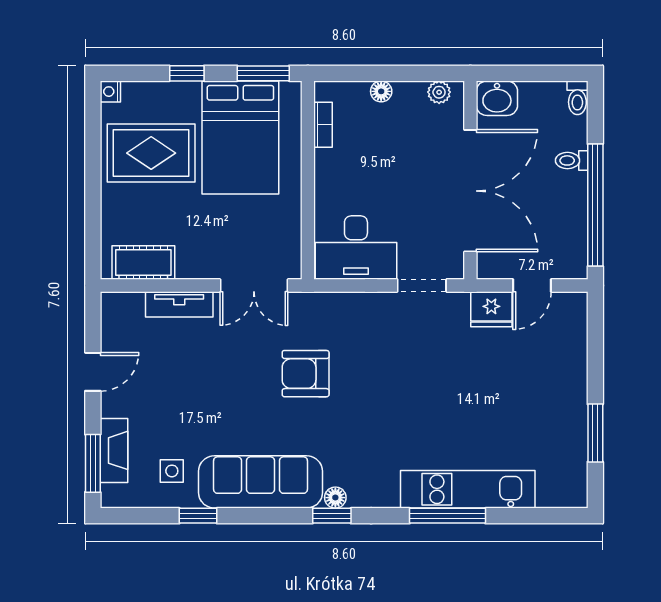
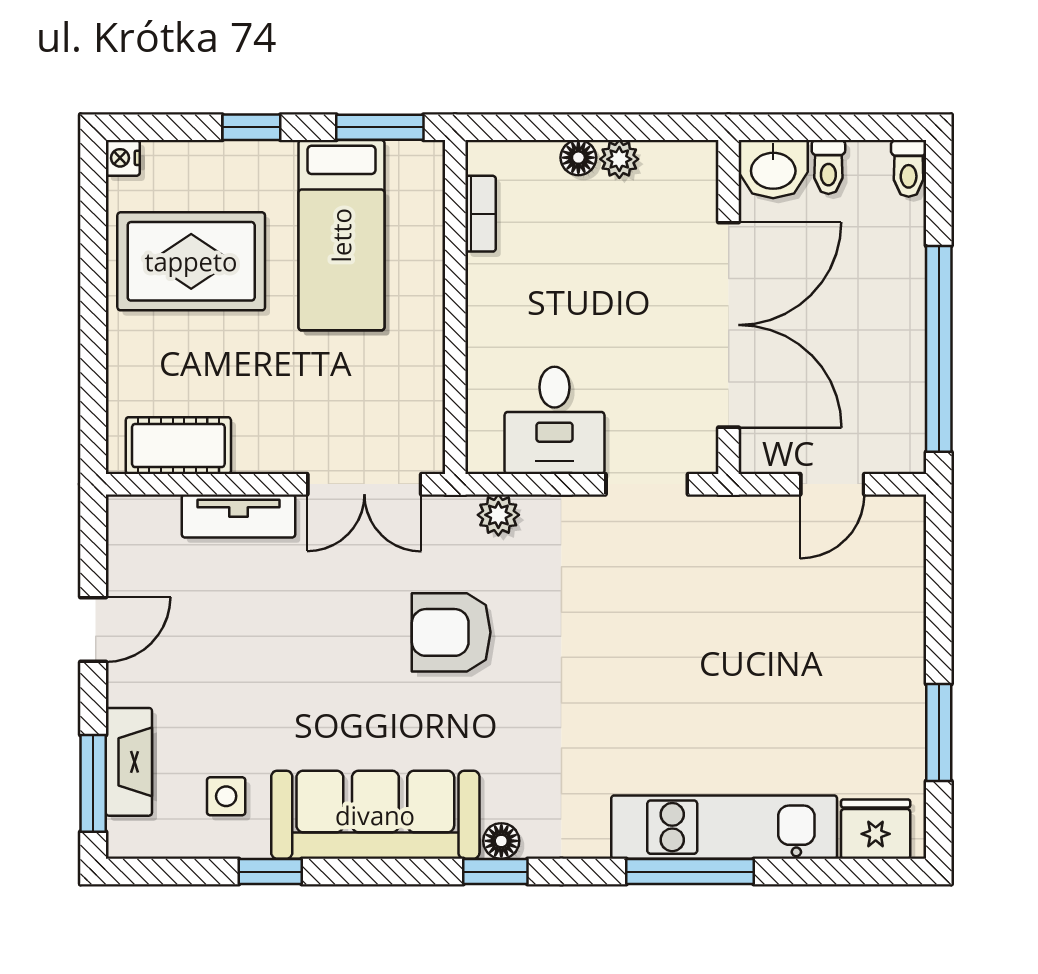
plant: (439, 92) -> (619, 159), moved
bed: (240, 137) -> (341, 235), width x0.67
toilet: (572, 160) -> (828, 167), moved, turned -90
desk: (356, 248) -> (555, 420), width x0.73
plant: (334, 304) -> (498, 515), added
fridge: (491, 309) -> (876, 829), moved, turned 180

